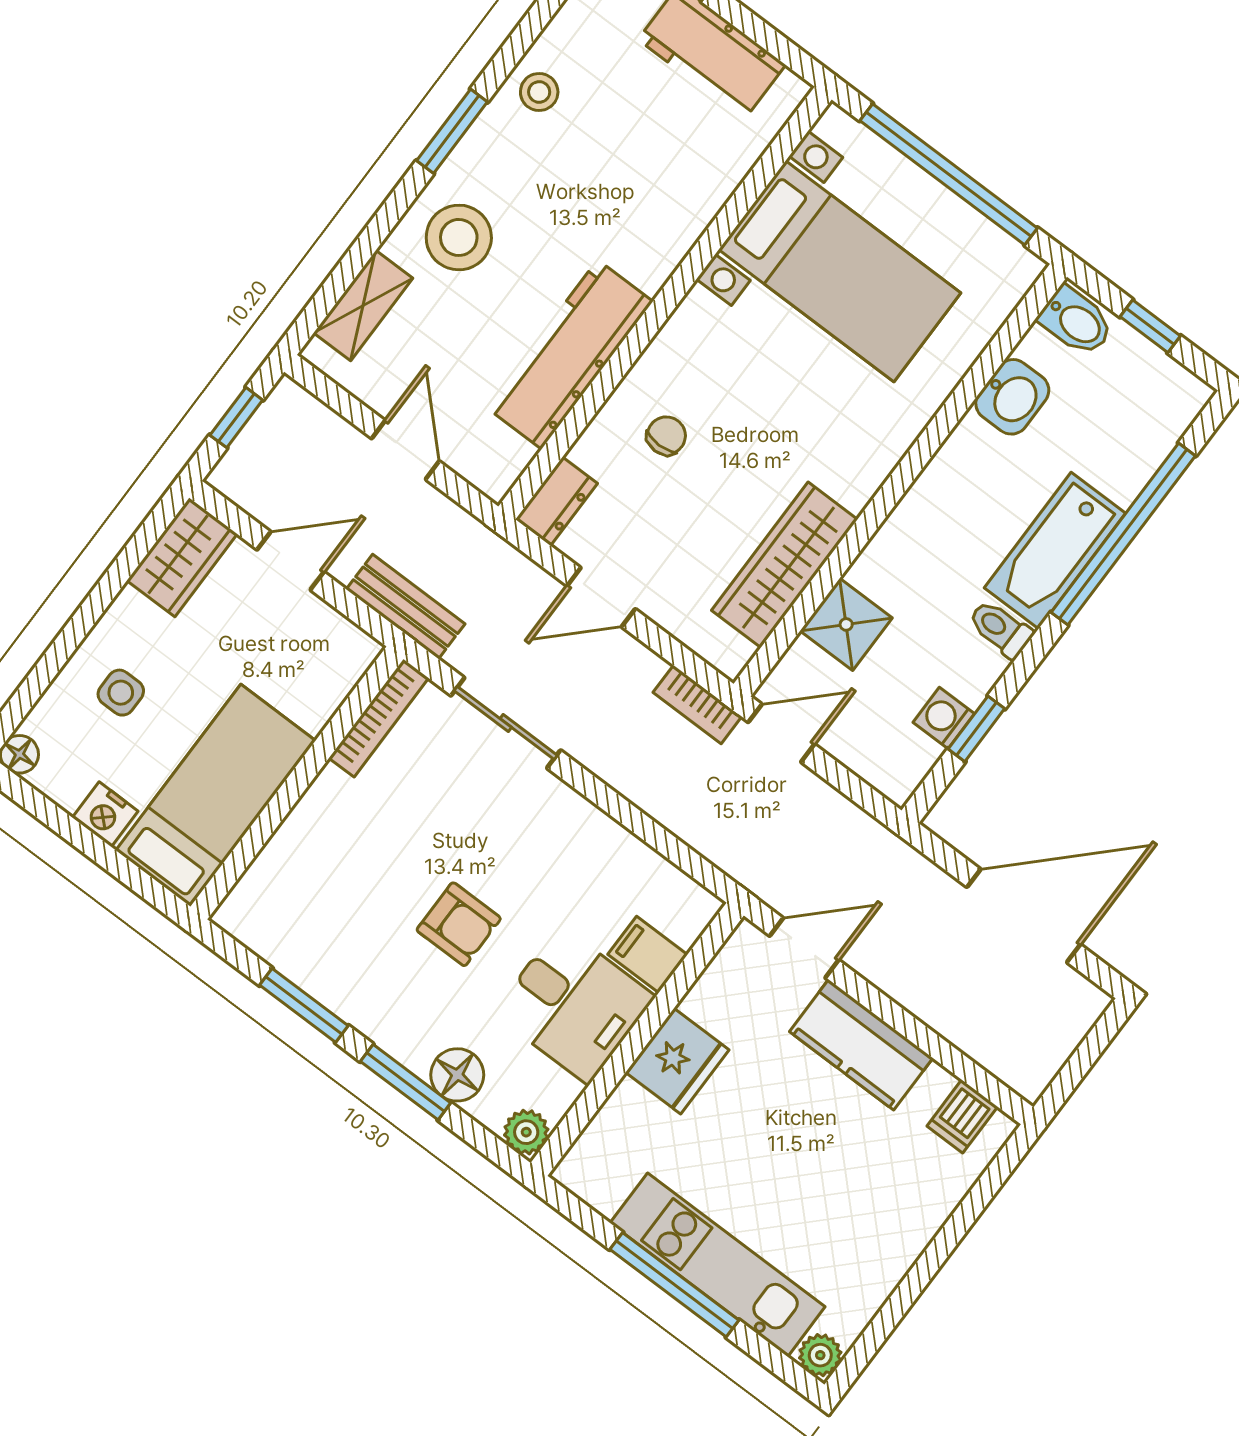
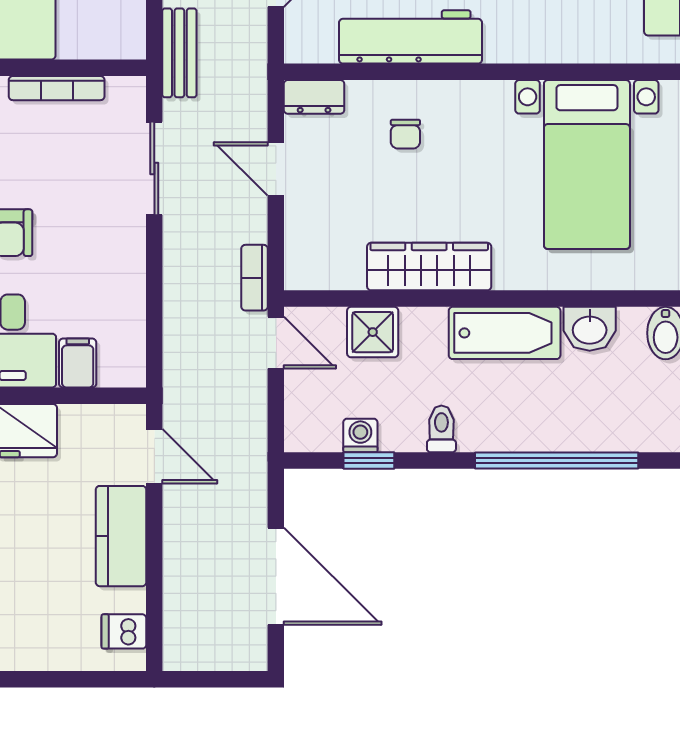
chair: (666, 436) -> (405, 134), turned 90
bathtub: (1055, 551) -> (505, 333), moved, turned 180
wardrobe: (784, 565) -> (429, 267), moved
bookcase: (379, 718) -> (57, 88), moved

